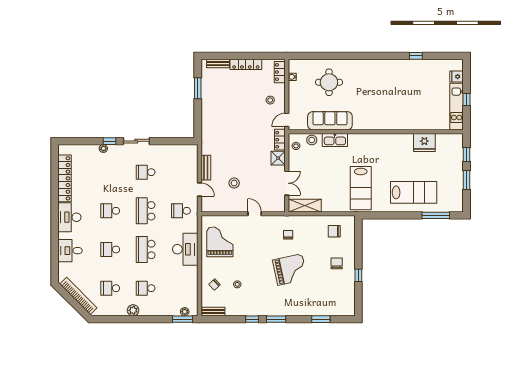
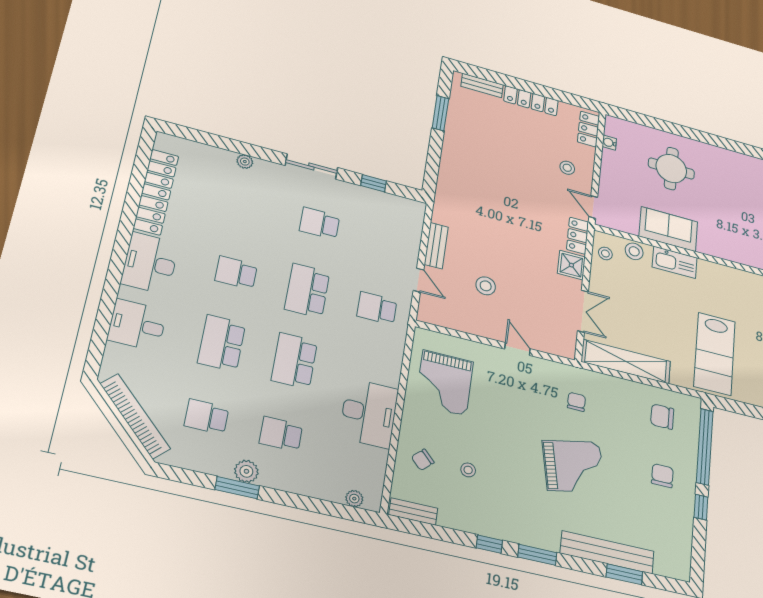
door: (287, 120) -> (593, 207), hinge flipped
sofa: (330, 121) -> (668, 229), width x0.73
window: (109, 141) -> (374, 183), moved
shelving: (305, 206) -> (626, 362), width x1.47
grand piano: (220, 242) -> (444, 383), turned 180
window: (358, 242) -> (705, 447), added
school desk: (110, 249) -> (222, 343), width x1.85
desk: (185, 249) -> (369, 413), moved
bench: (311, 310) -> (607, 552), added
window: (182, 319) -> (237, 488), moved

